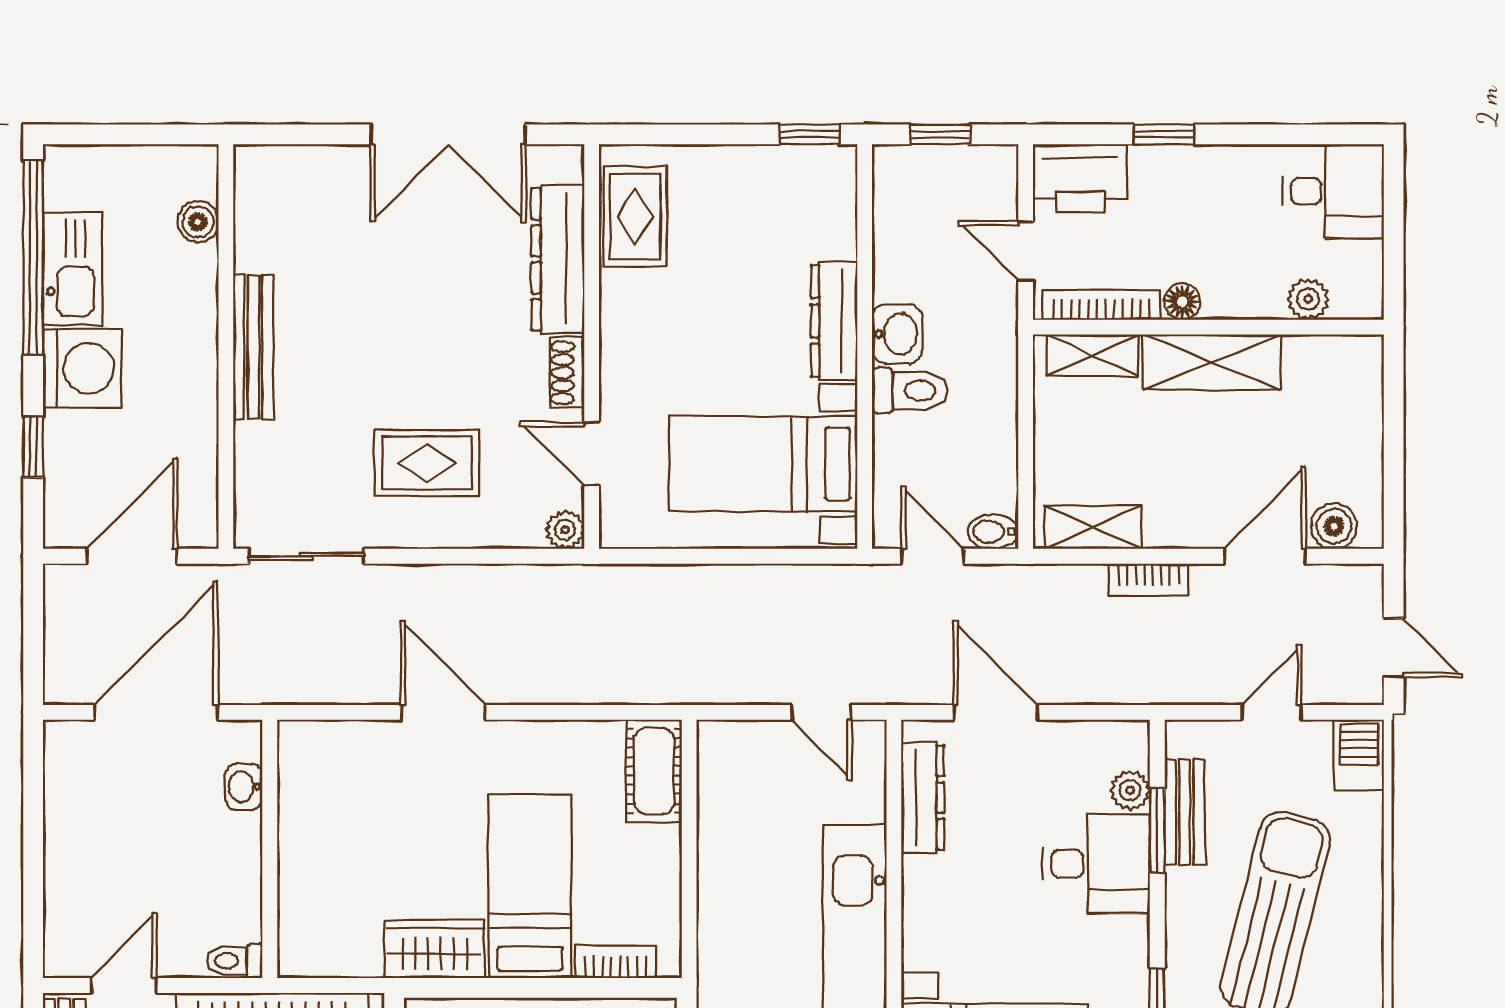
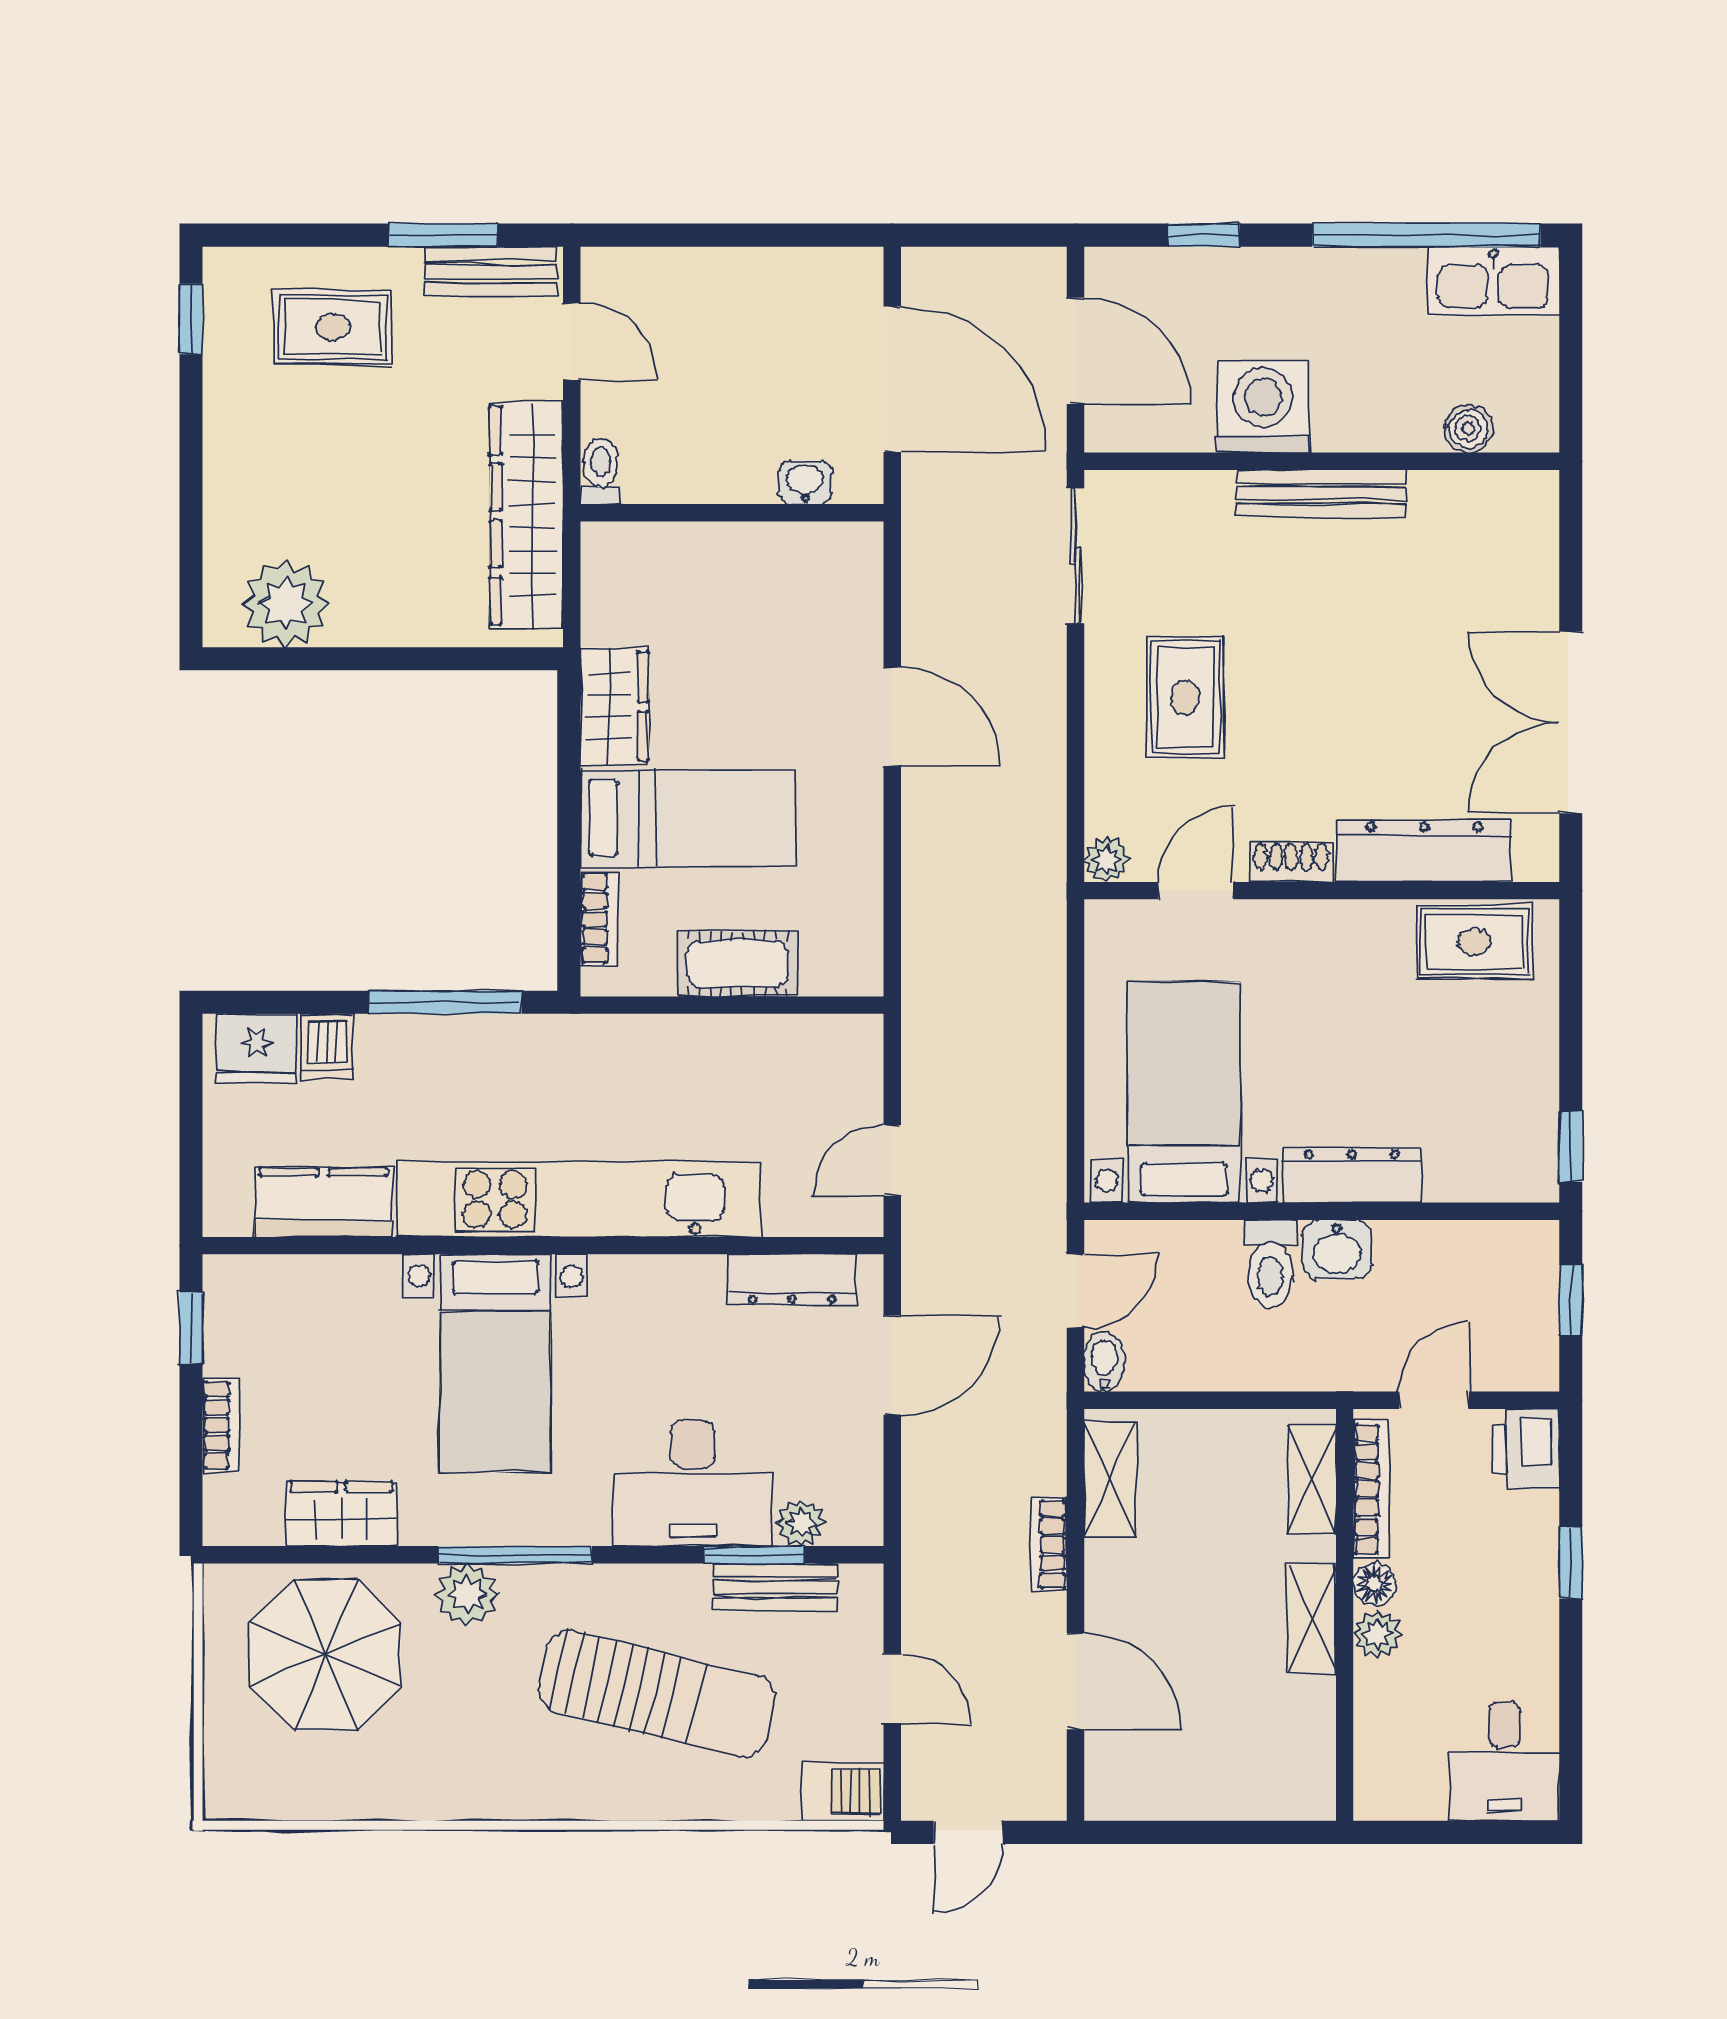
printer: (1080, 178) -> (1526, 1449), width x0.73, depth x0.84
kitchen sink: (73, 269) -> (1493, 281), moved
plant: (1308, 299) -> (1377, 1634), moved
shelving: (1212, 362) -> (1312, 1619), width x0.67, depth x0.75
washing machine: (82, 368) -> (1263, 407), moved, turned 180
boiler: (1334, 526) -> (1111, 1762), removed
door: (443, 712) -> (892, 717), hinge flipped
cot: (654, 771) -> (737, 964), moved
desk: (1096, 864) -> (693, 1483), width x1.37

